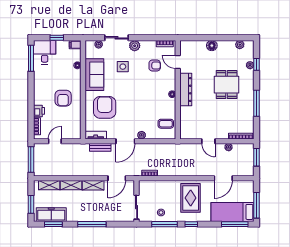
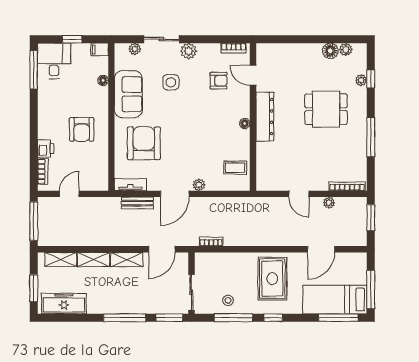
floor lamp: (212, 46) -> (330, 51), moved
dining table: (227, 85) -> (326, 109), turned 90
window: (53, 224) -> (169, 318), moved

